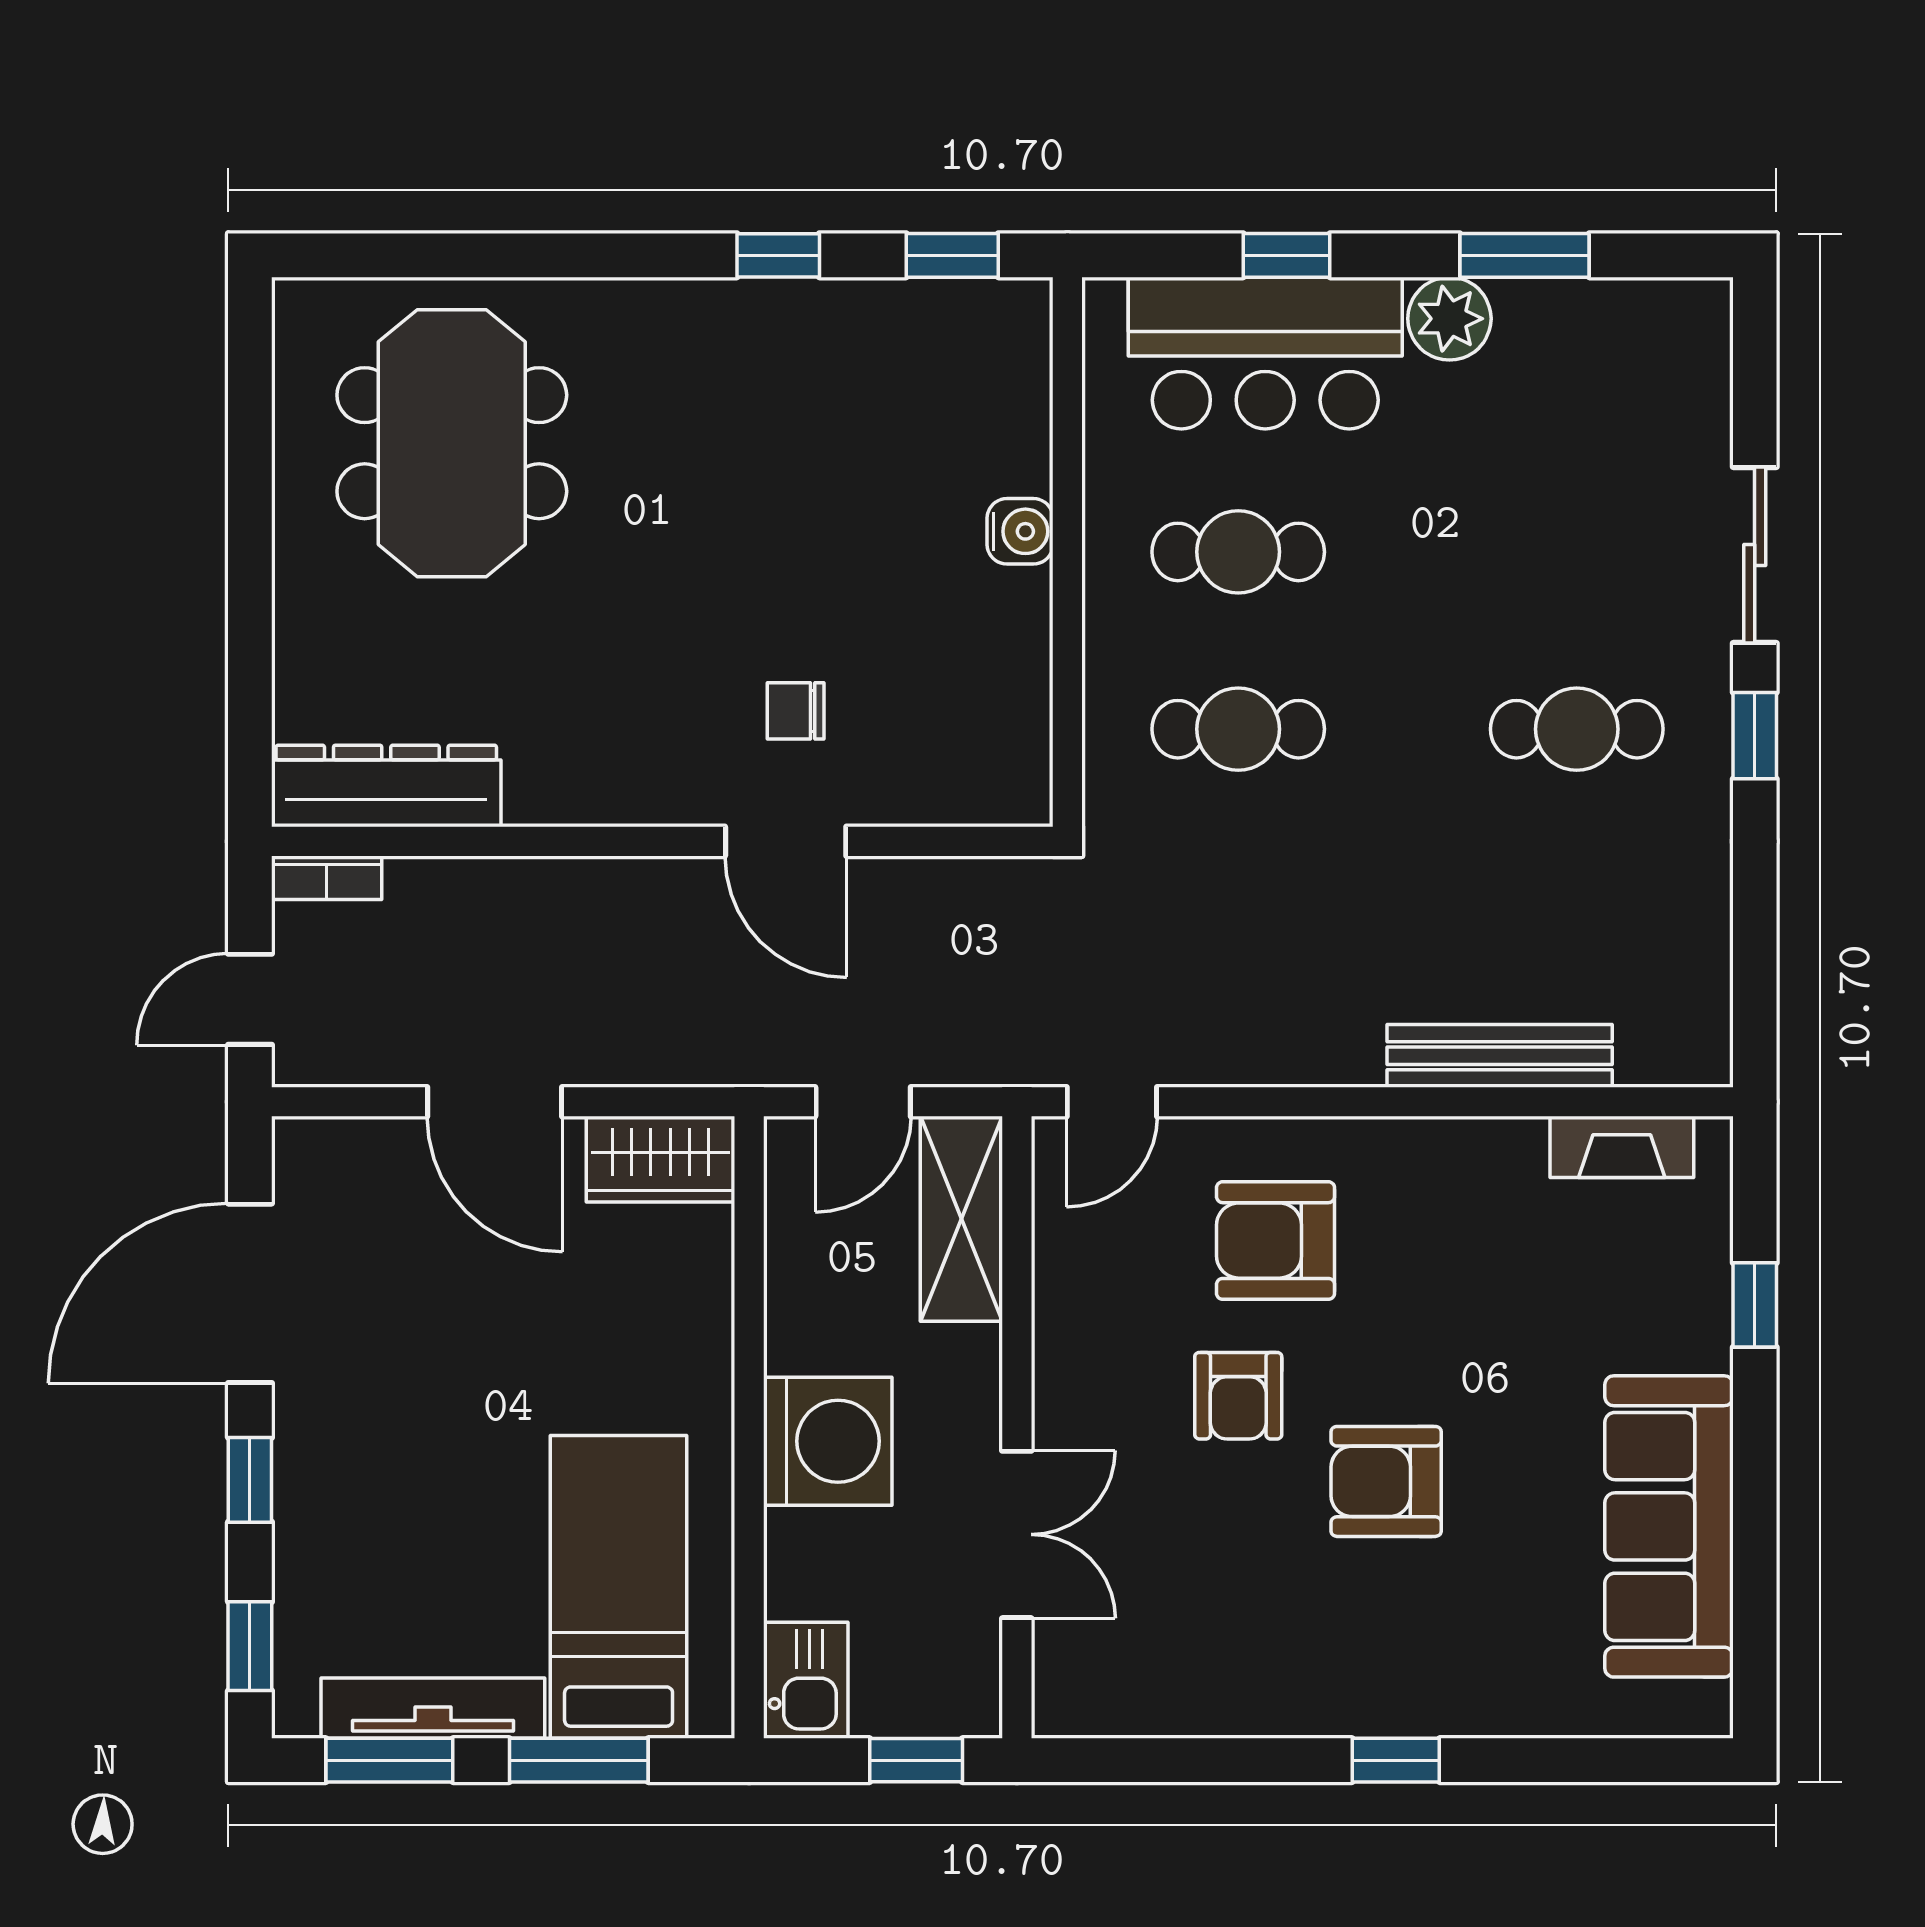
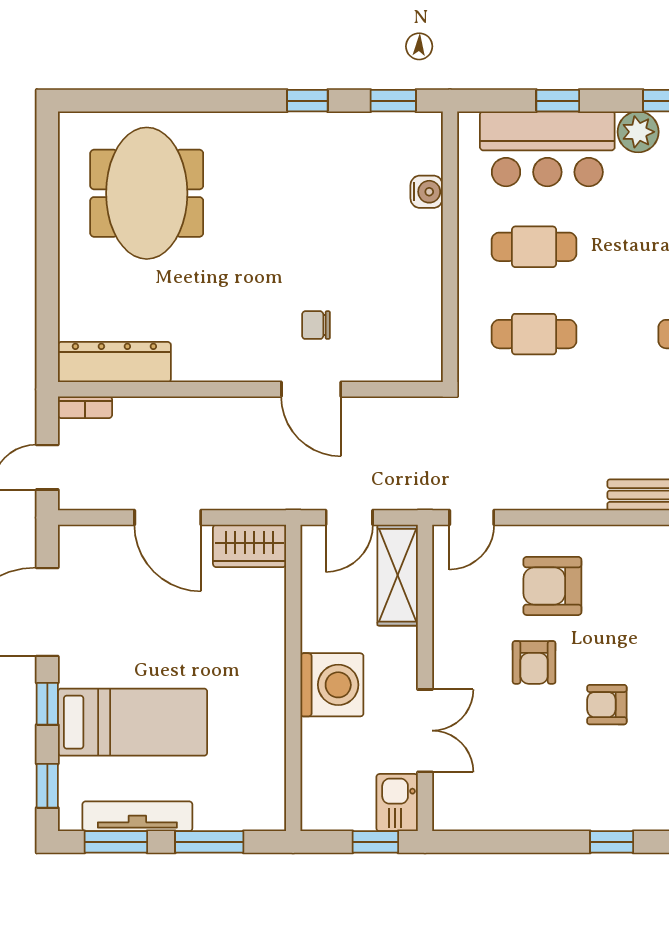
water cooler: (1020, 531) -> (427, 192), moved
armchair: (1386, 1481) -> (607, 705), width x0.72, depth x0.72
bed: (619, 1587) -> (133, 722), moved, turned 90
kitchen sink: (806, 1680) -> (397, 803), moved, turned 180

